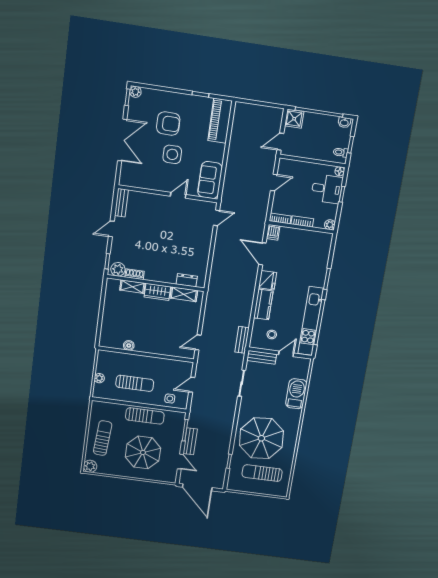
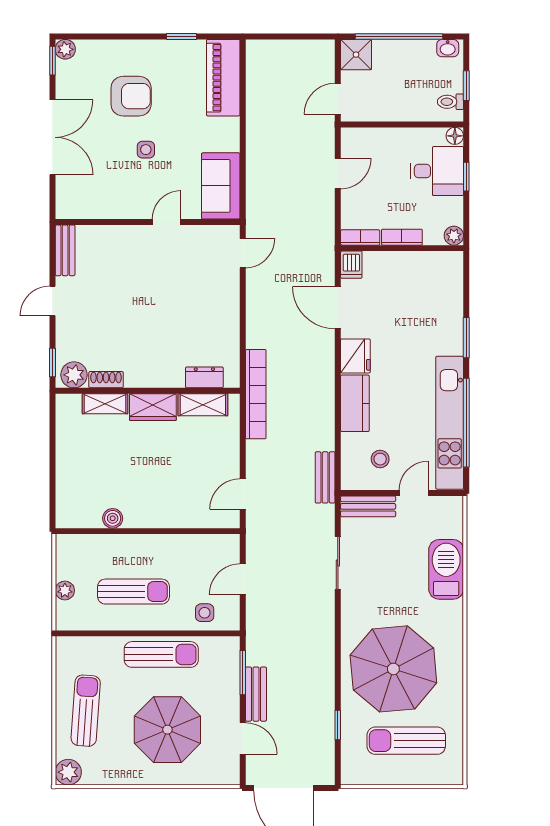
side table: (172, 154) -> (146, 150), width x0.54, depth x0.54
bookcase: (212, 293) -> (256, 394), added

